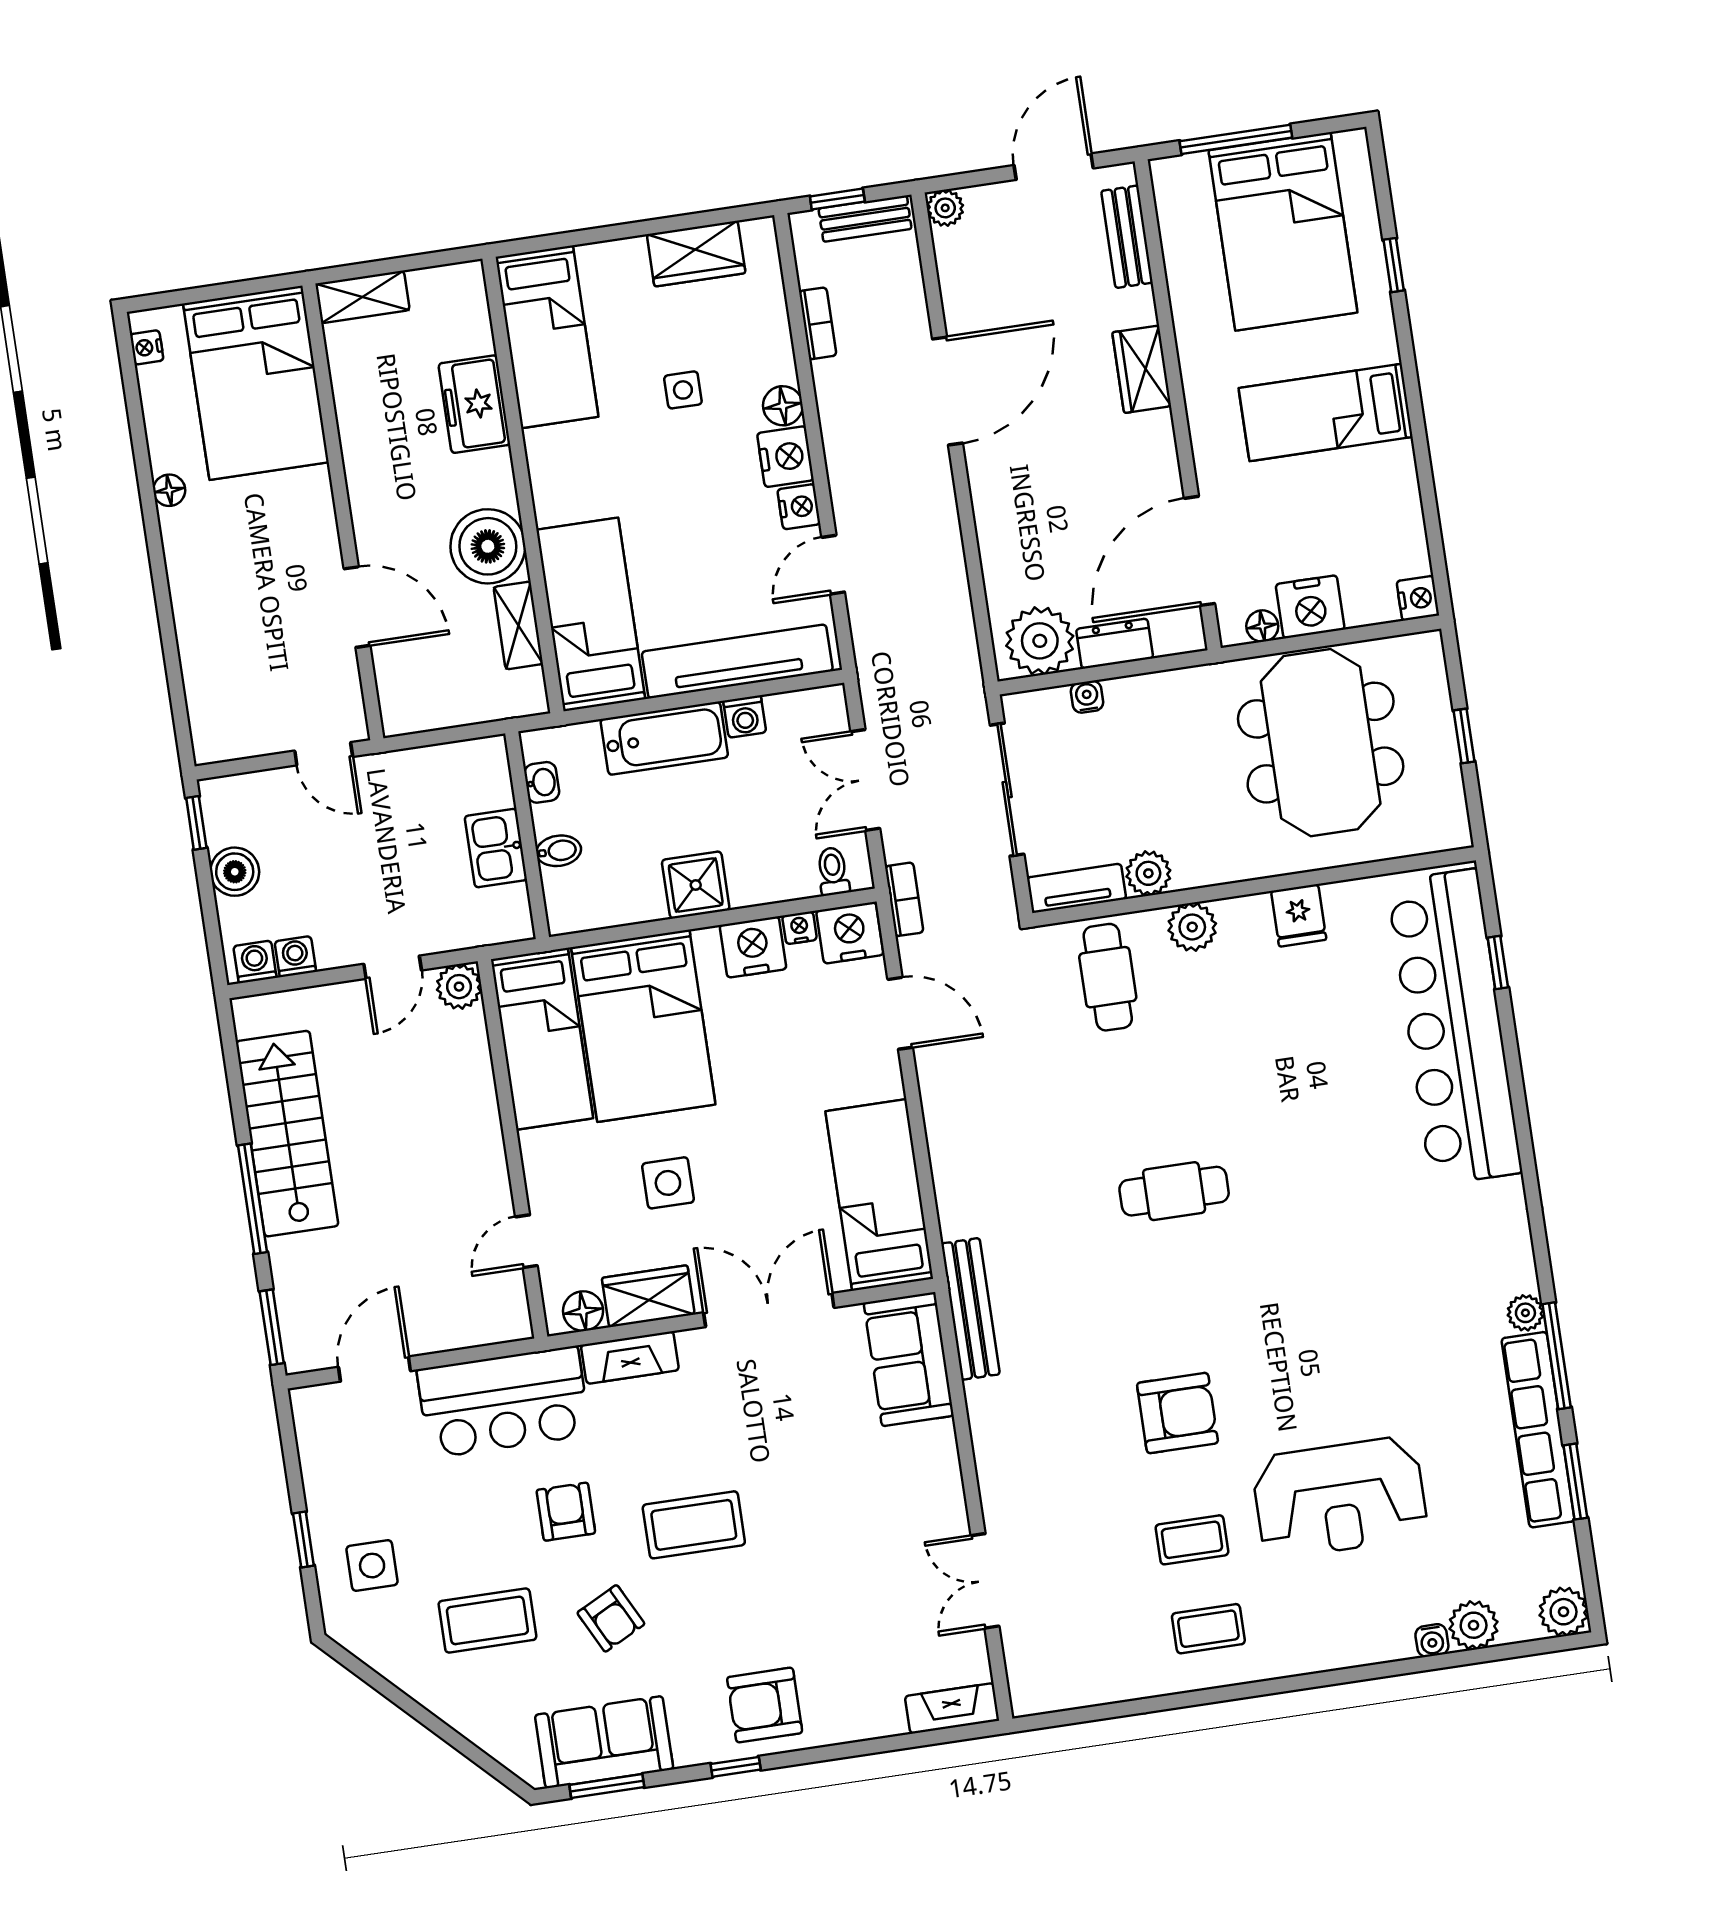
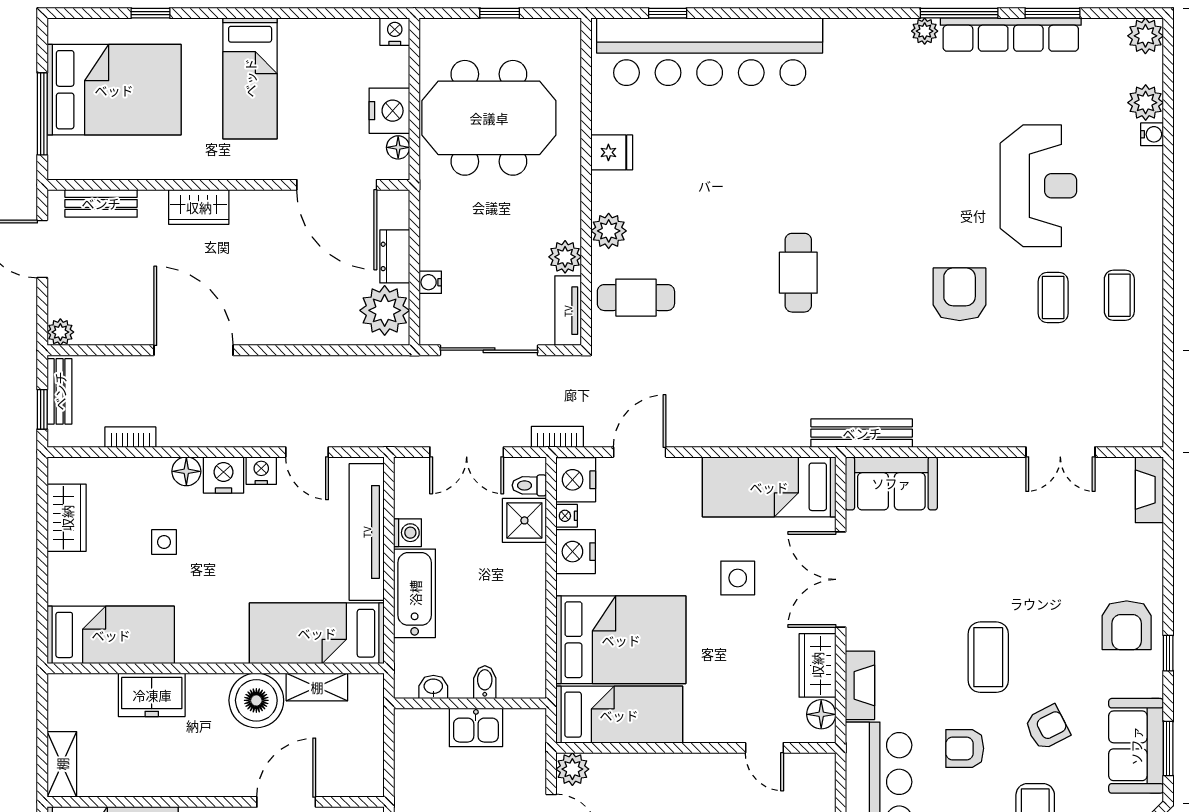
shower: (696, 885) -> (524, 520), moved
side table: (668, 1183) -> (738, 578), moved

